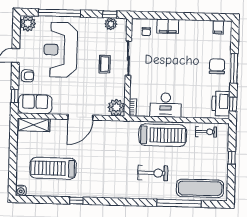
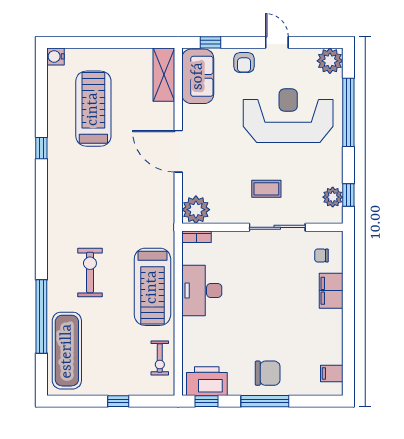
exercise bike: (153, 173) -> (90, 272), turned 180

